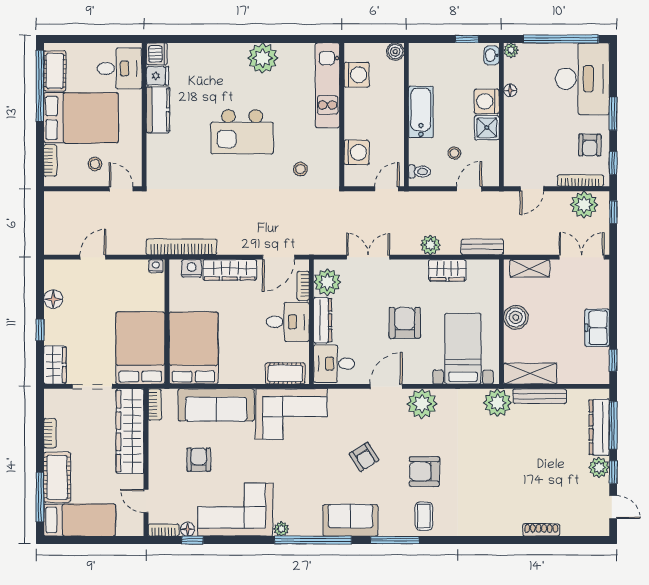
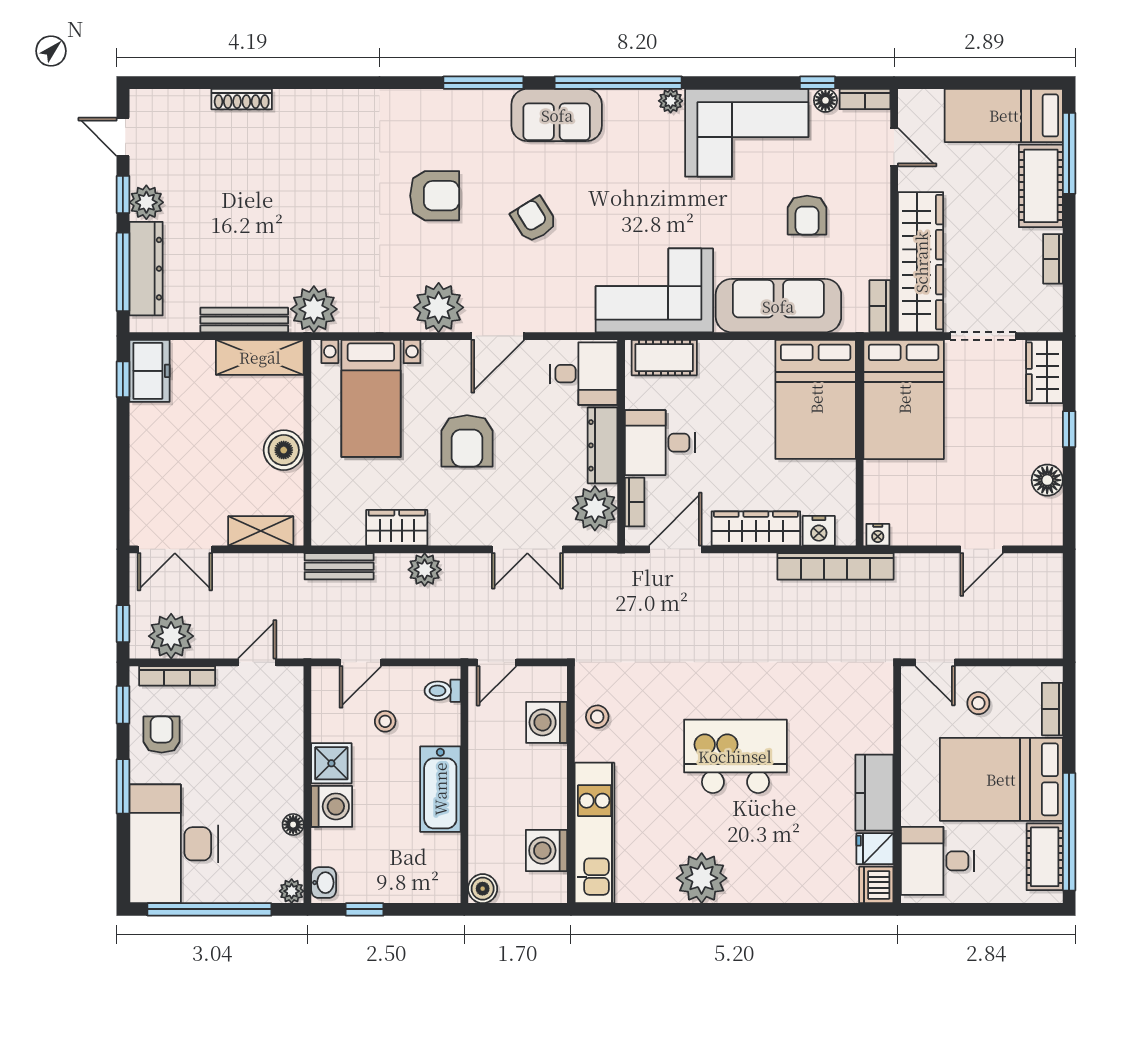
stool: (300, 169) -> (597, 717), moved
freezer: (597, 328) -> (149, 371), moved
coffee table: (424, 516) -> (435, 122), removed

